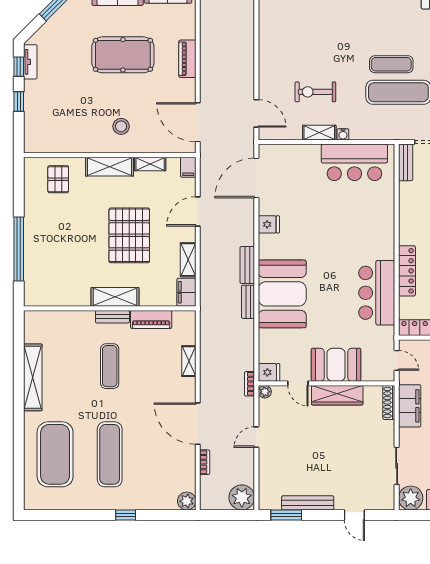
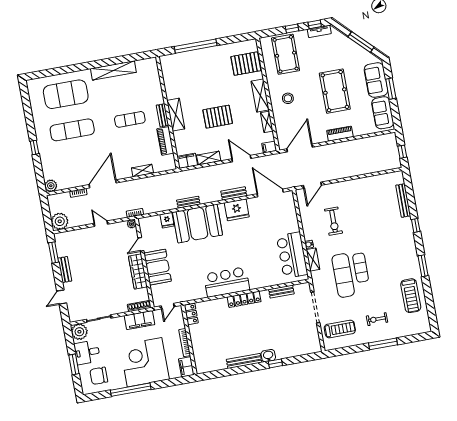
exercise bike: (315, 92) -> (333, 221), turned 180
pool table: (55, 118) -> (286, 54), added
shelving: (319, 133) -> (313, 260), moved
bench: (406, 162) -> (281, 292), moved
pallet: (58, 179) -> (246, 64), width x1.50, depth x1.42
fridge: (269, 224) -> (237, 210), width x1.88, depth x1.34
pallet: (129, 235) -> (218, 117), width x0.73, depth x0.71
bench: (247, 265) -> (234, 193), moved
locker: (407, 271) -> (244, 299), moved
bar counter: (377, 293) -> (227, 282), moved
fridge: (269, 372) -> (167, 220), moved
bench: (308, 503) -> (65, 270), width x0.73

